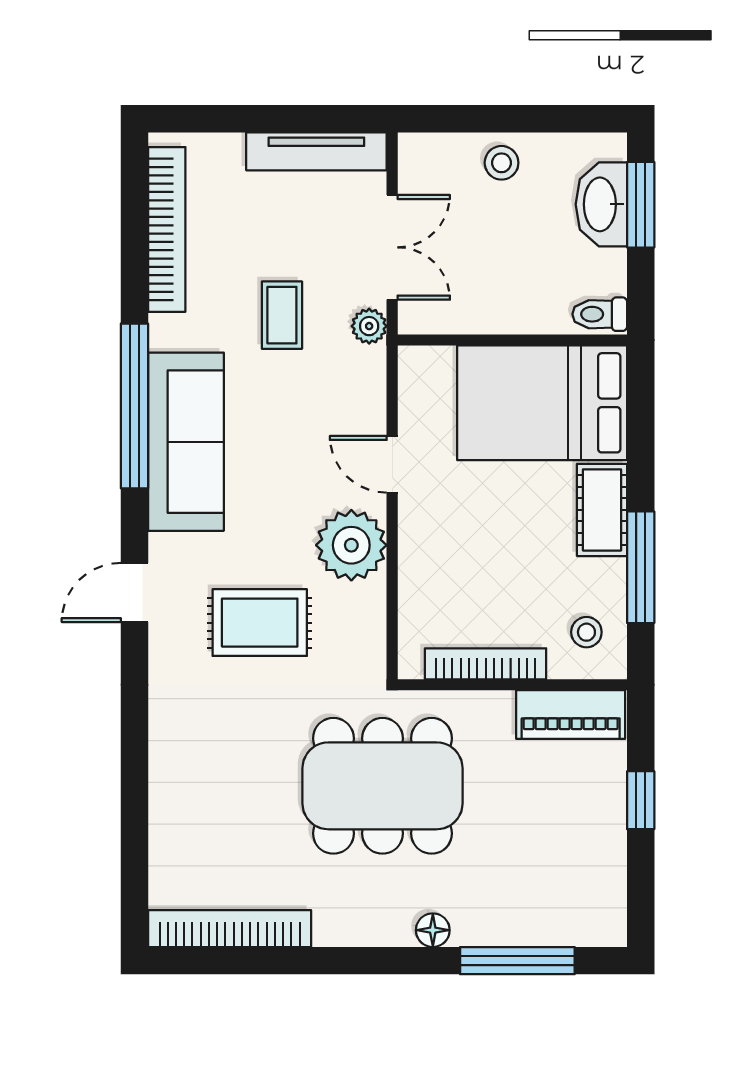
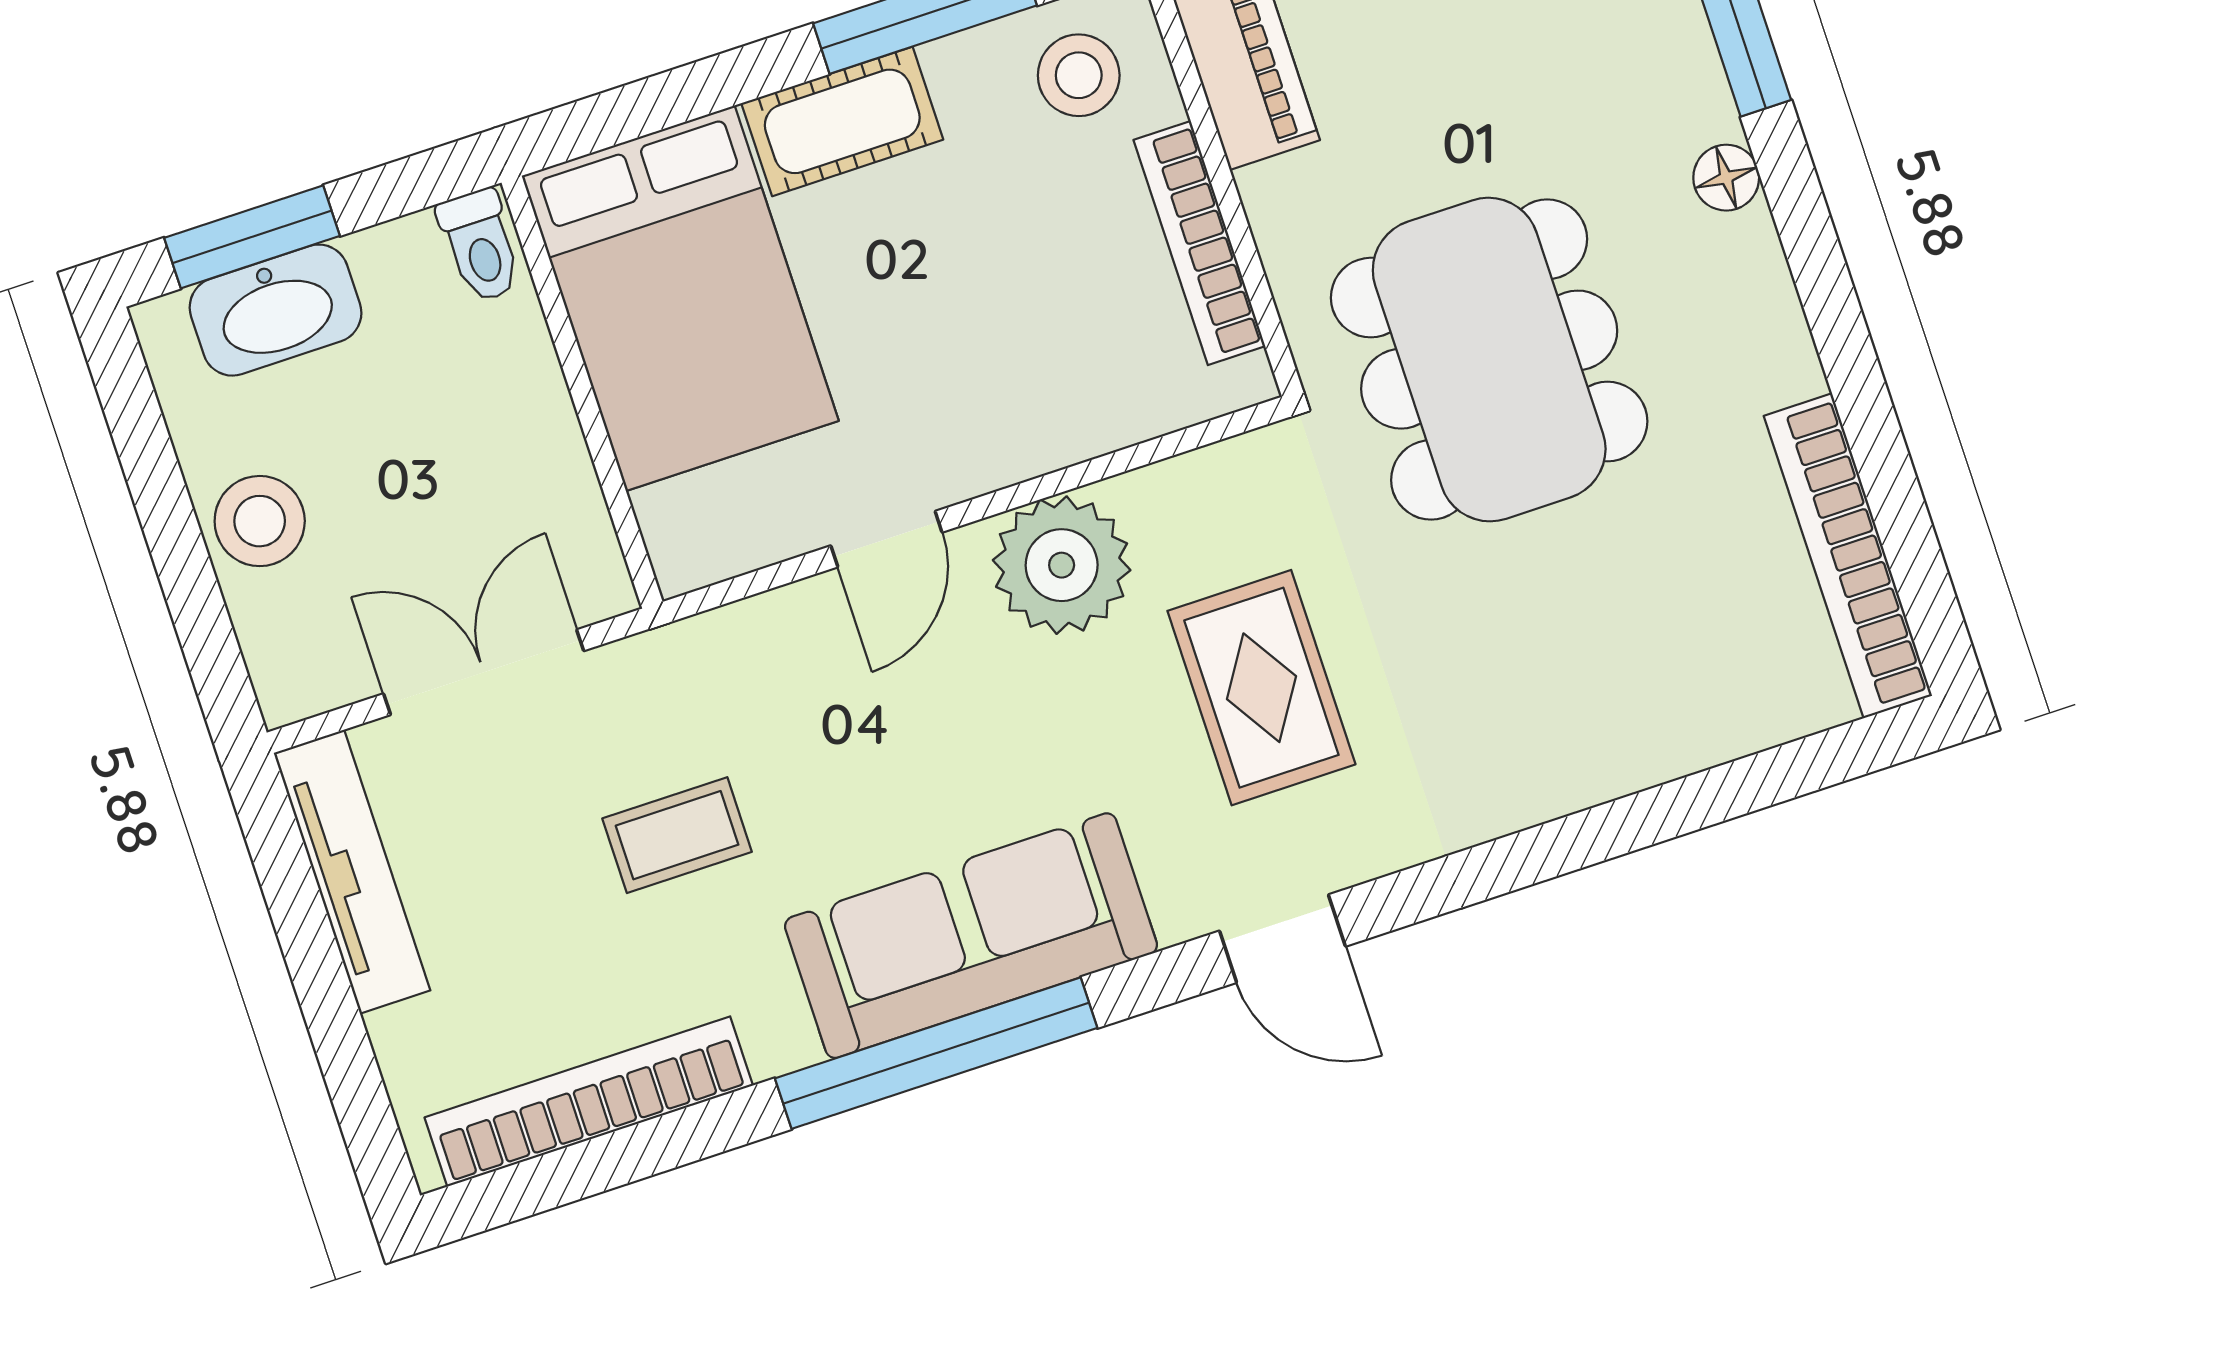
stool: (502, 163) -> (260, 521), width x1.37, depth x1.37
plant: (369, 326) -> (644, 667), removed
stool: (586, 632) -> (1079, 75), width x1.37, depth x1.37

